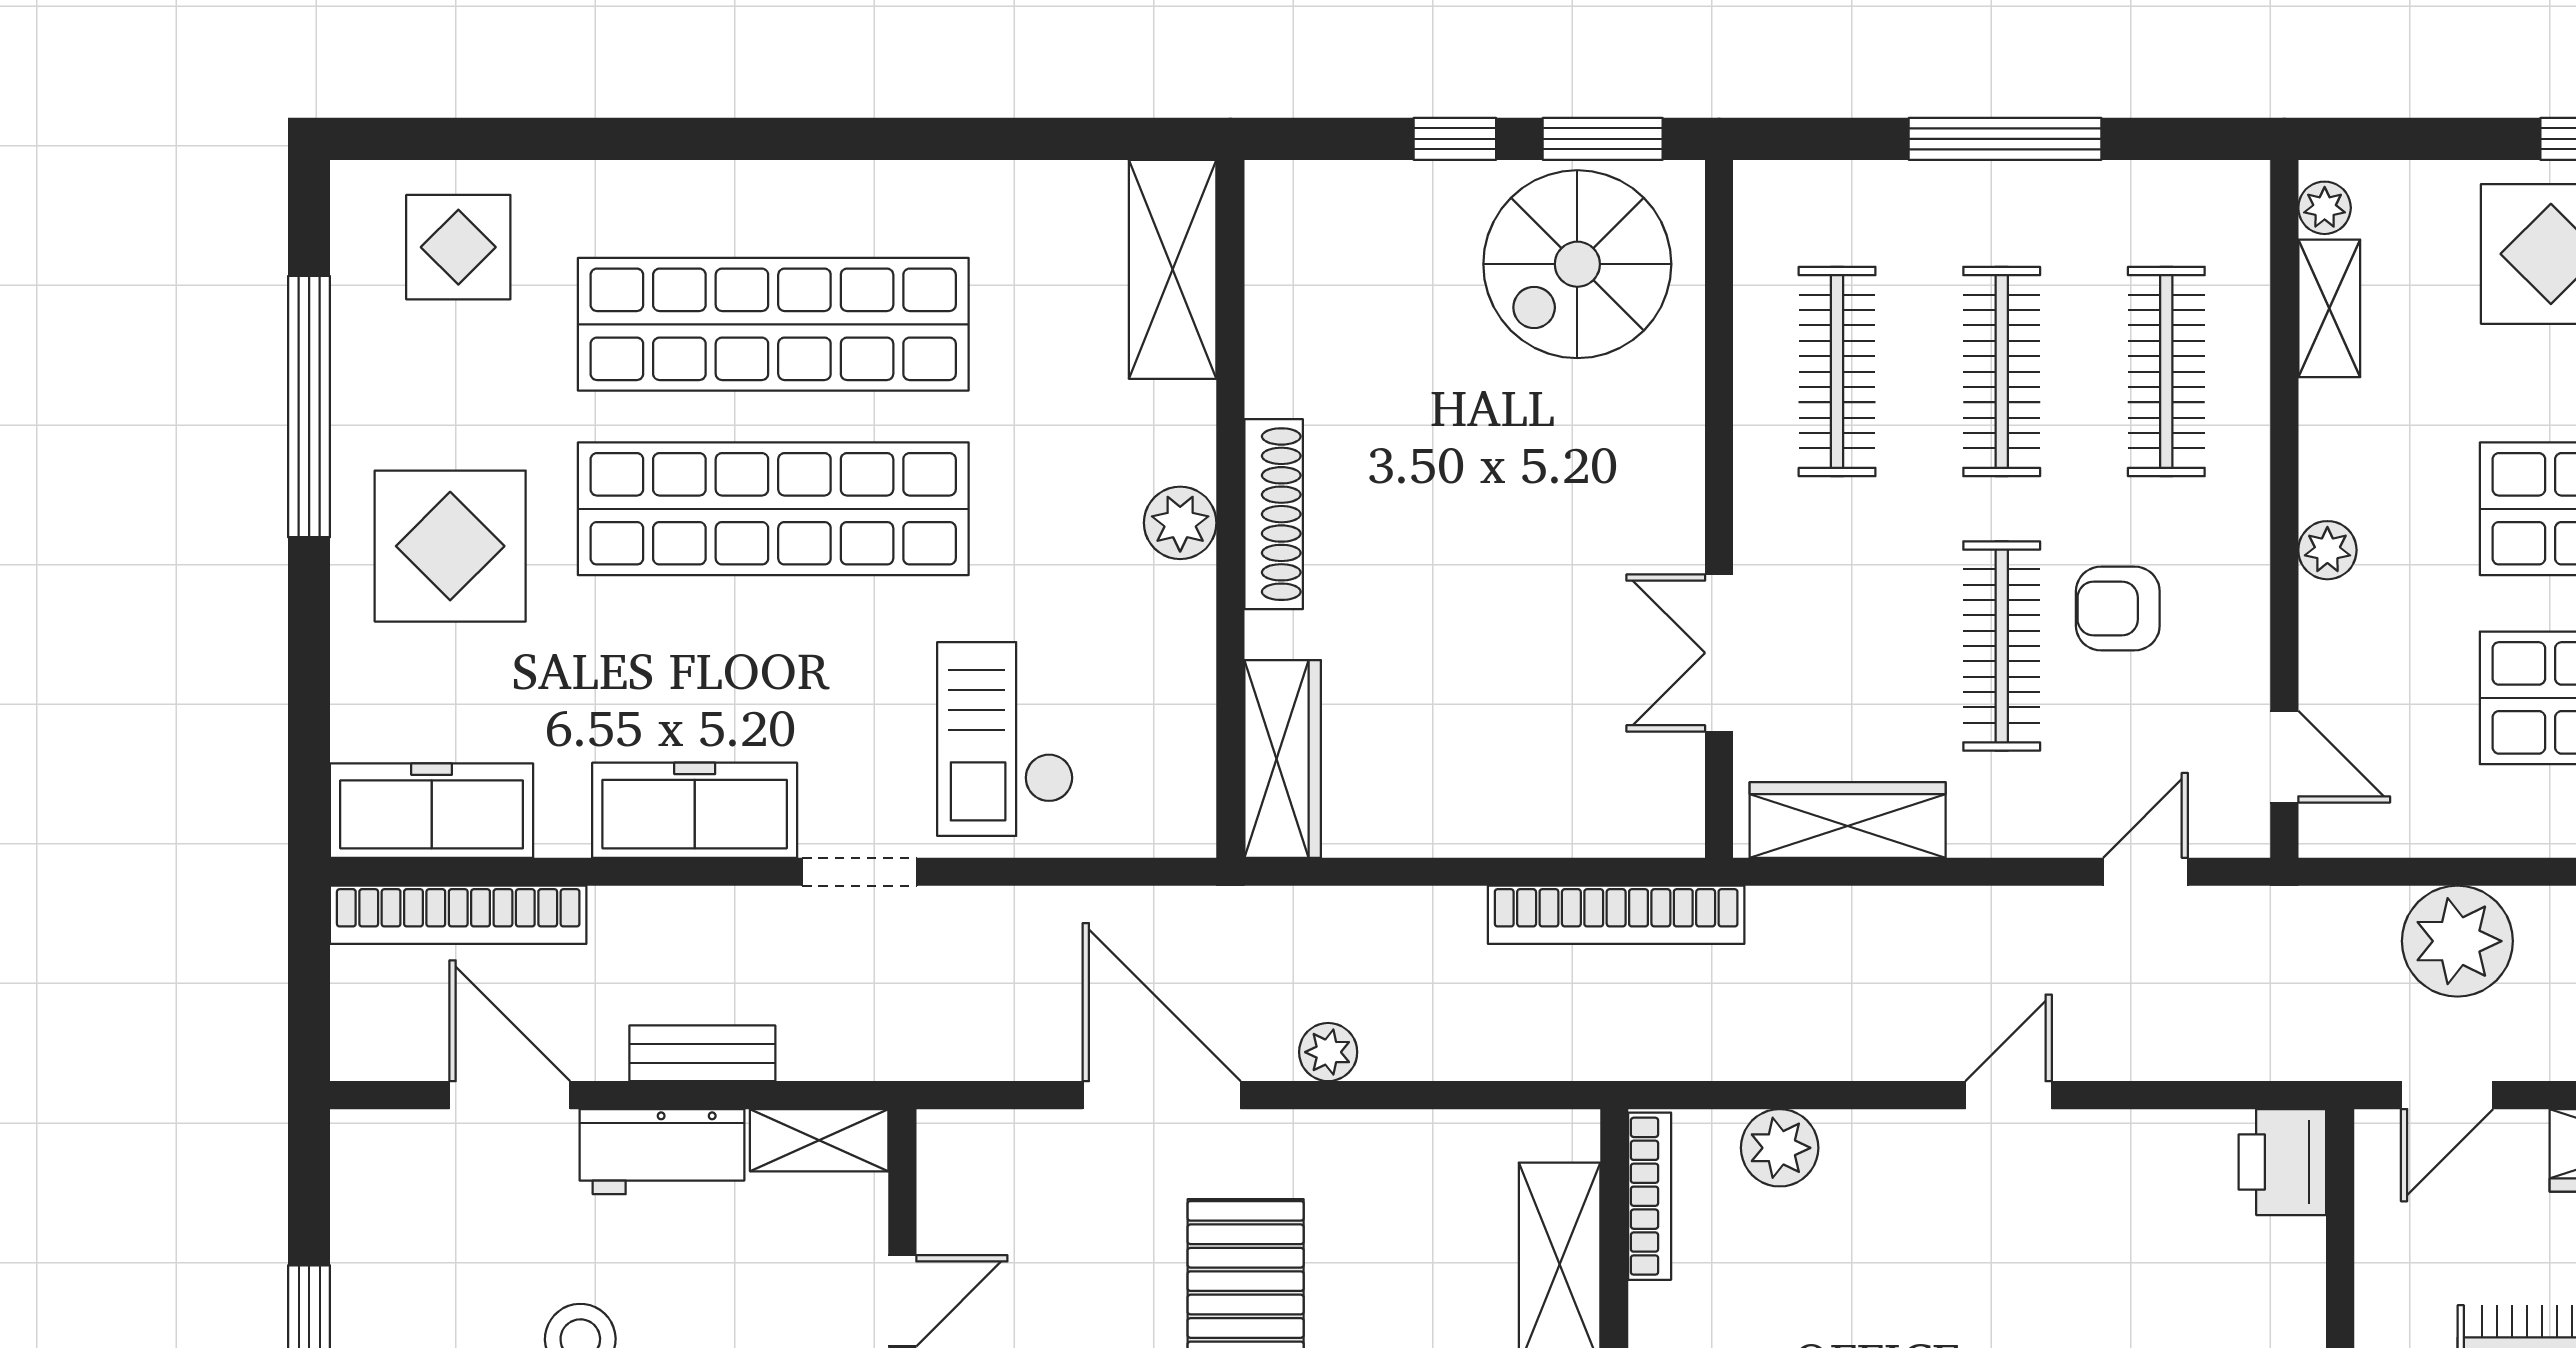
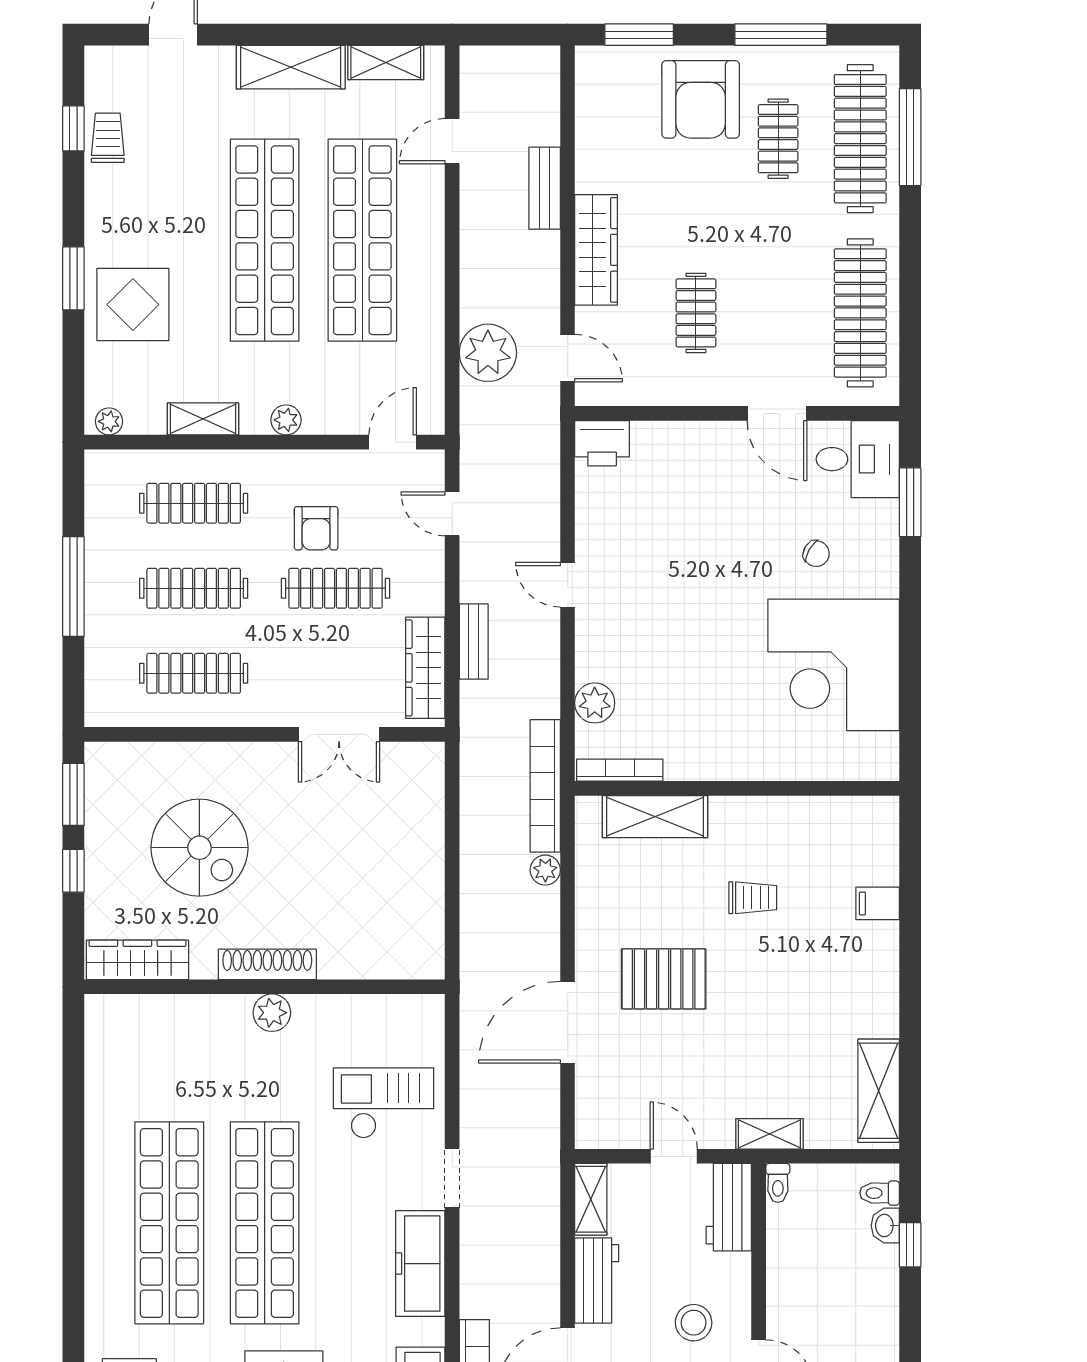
spiral stairs: (1577, 264) -> (199, 848), moved
shelving: (1173, 269) -> (141, 1017), removed
shelving: (2329, 308) -> (203, 419), moved
checkout: (1005, 739) -> (384, 1103), turned 180
wardrobe: (1283, 759) -> (137, 960), moved
bookcase: (1616, 915) -> (545, 786), moved, turned 180
plant: (1328, 1052) -> (545, 870), moved
bench: (702, 1053) -> (474, 641), moved

